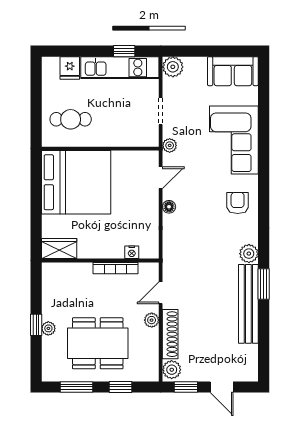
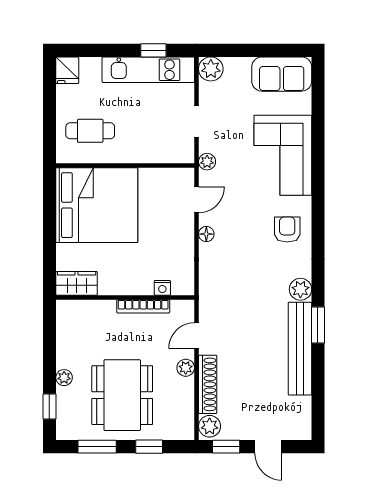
fridge: (70, 68) -> (67, 70), moved
window: (36, 325) -> (49, 406), moved
dining table: (98, 343) -> (122, 395), turned 90

